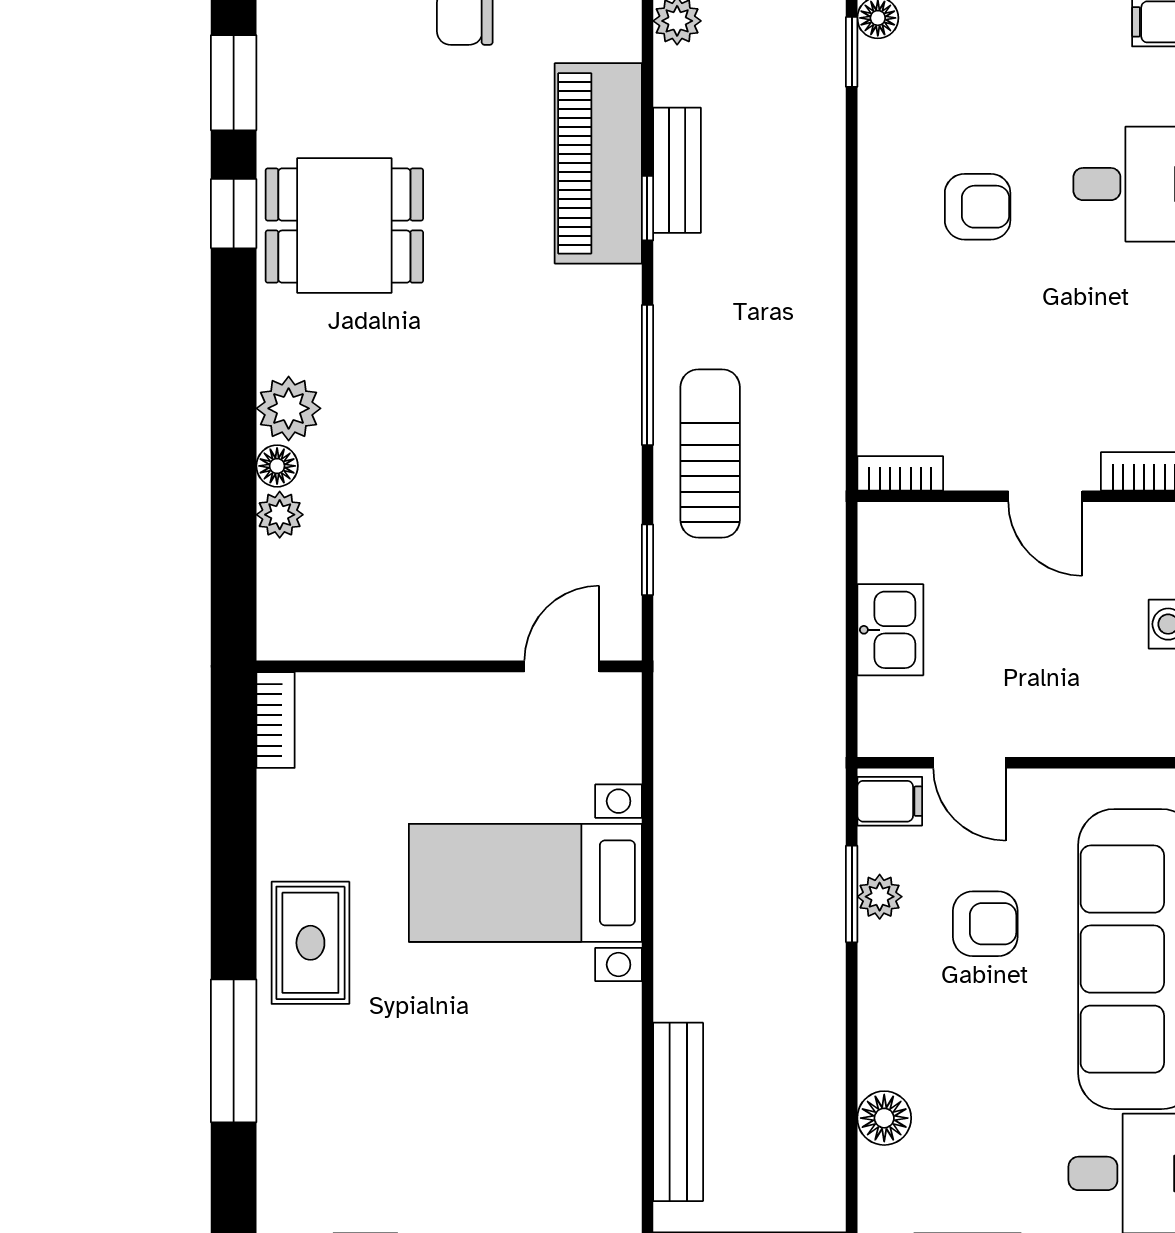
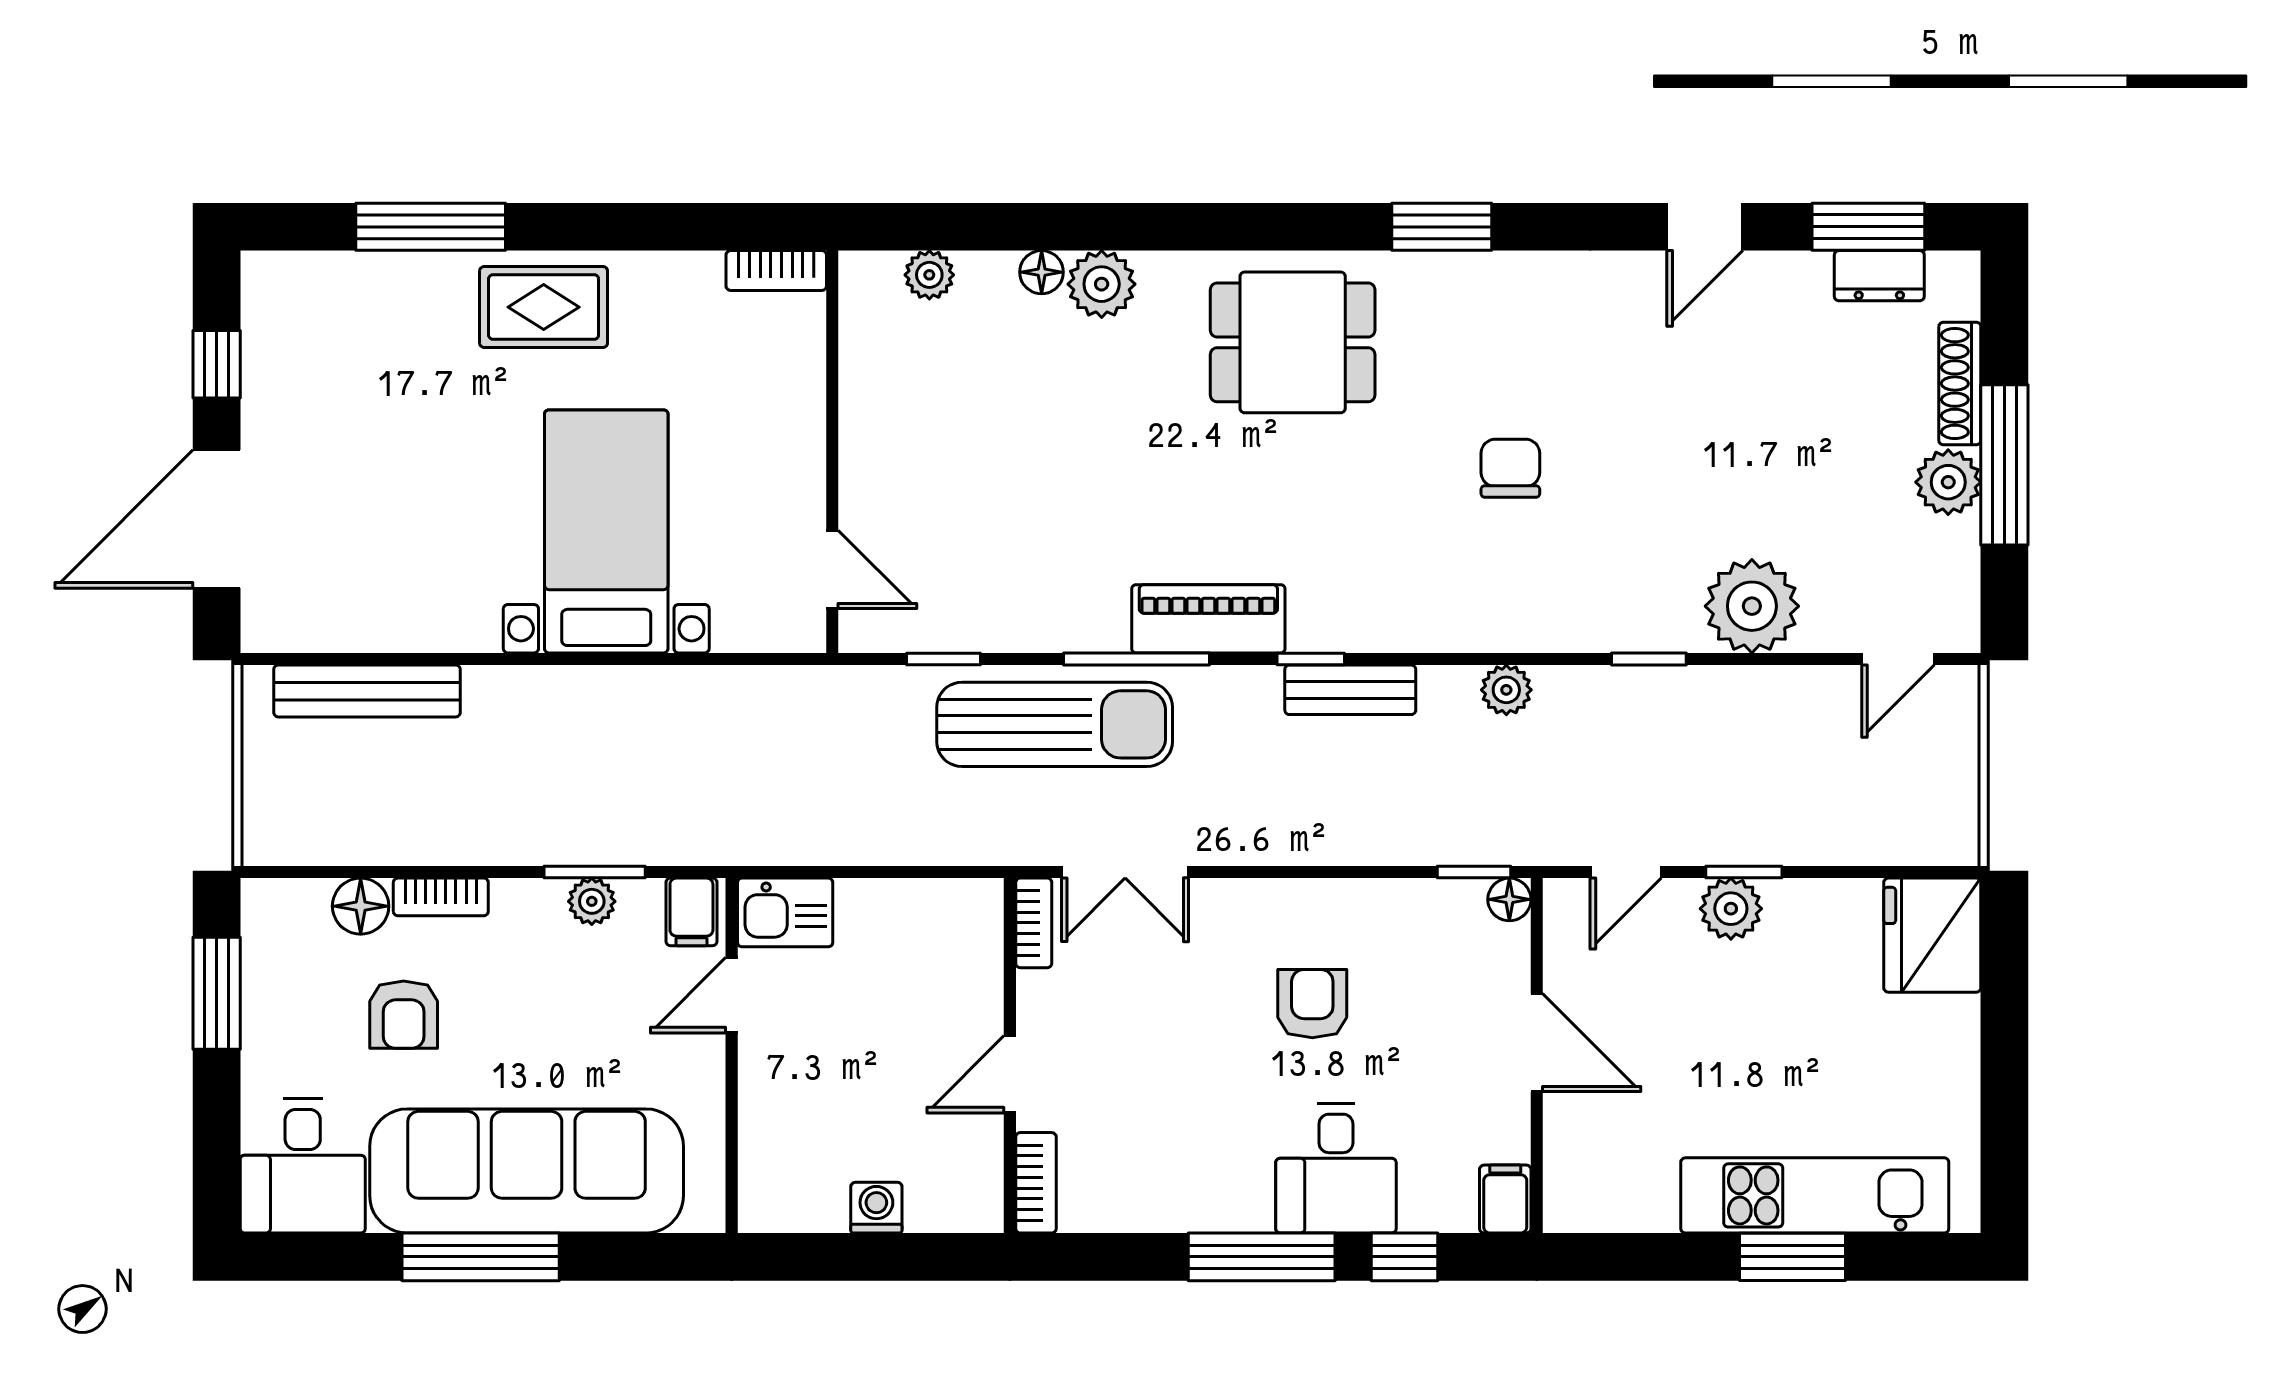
piano: (598, 163) -> (1208, 619), moved, width x0.73, depth x0.75
armchair: (978, 207) -> (1312, 1004), turned 180
window: (234, 214) -> (1305, 227), removed
dining table: (344, 226) -> (1293, 342), turned 90
double door: (852, 386) -> (1125, 872), added
sun lounger: (710, 453) -> (1055, 724), width x1.36, depth x1.34
plant: (280, 515) -> (929, 275), moved
kitchen sink: (890, 630) -> (785, 912), moved
armchair: (985, 924) -> (404, 1015), moved
bookcase: (875, 1041) -> (441, 897), added

